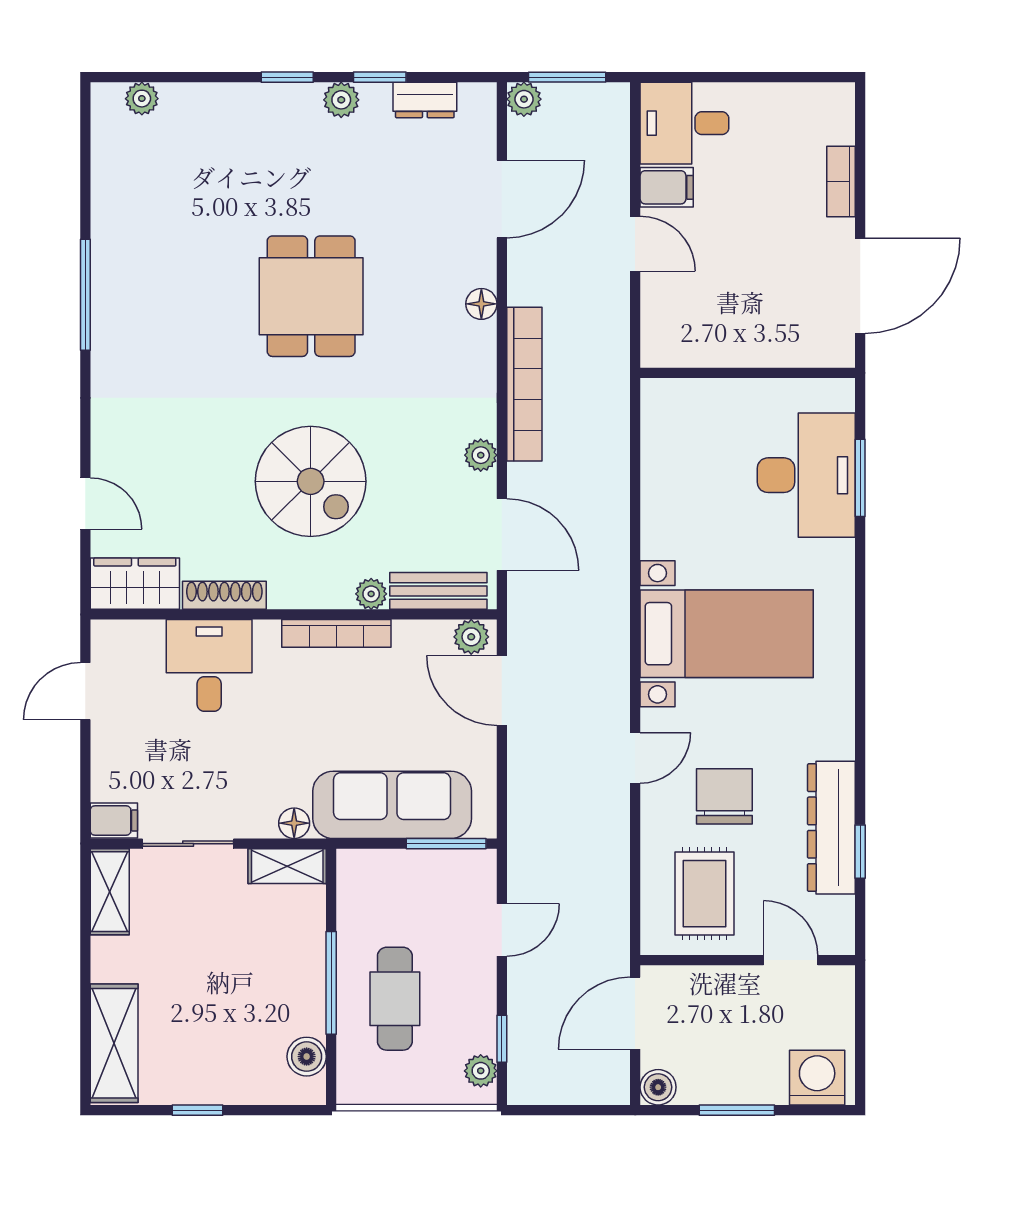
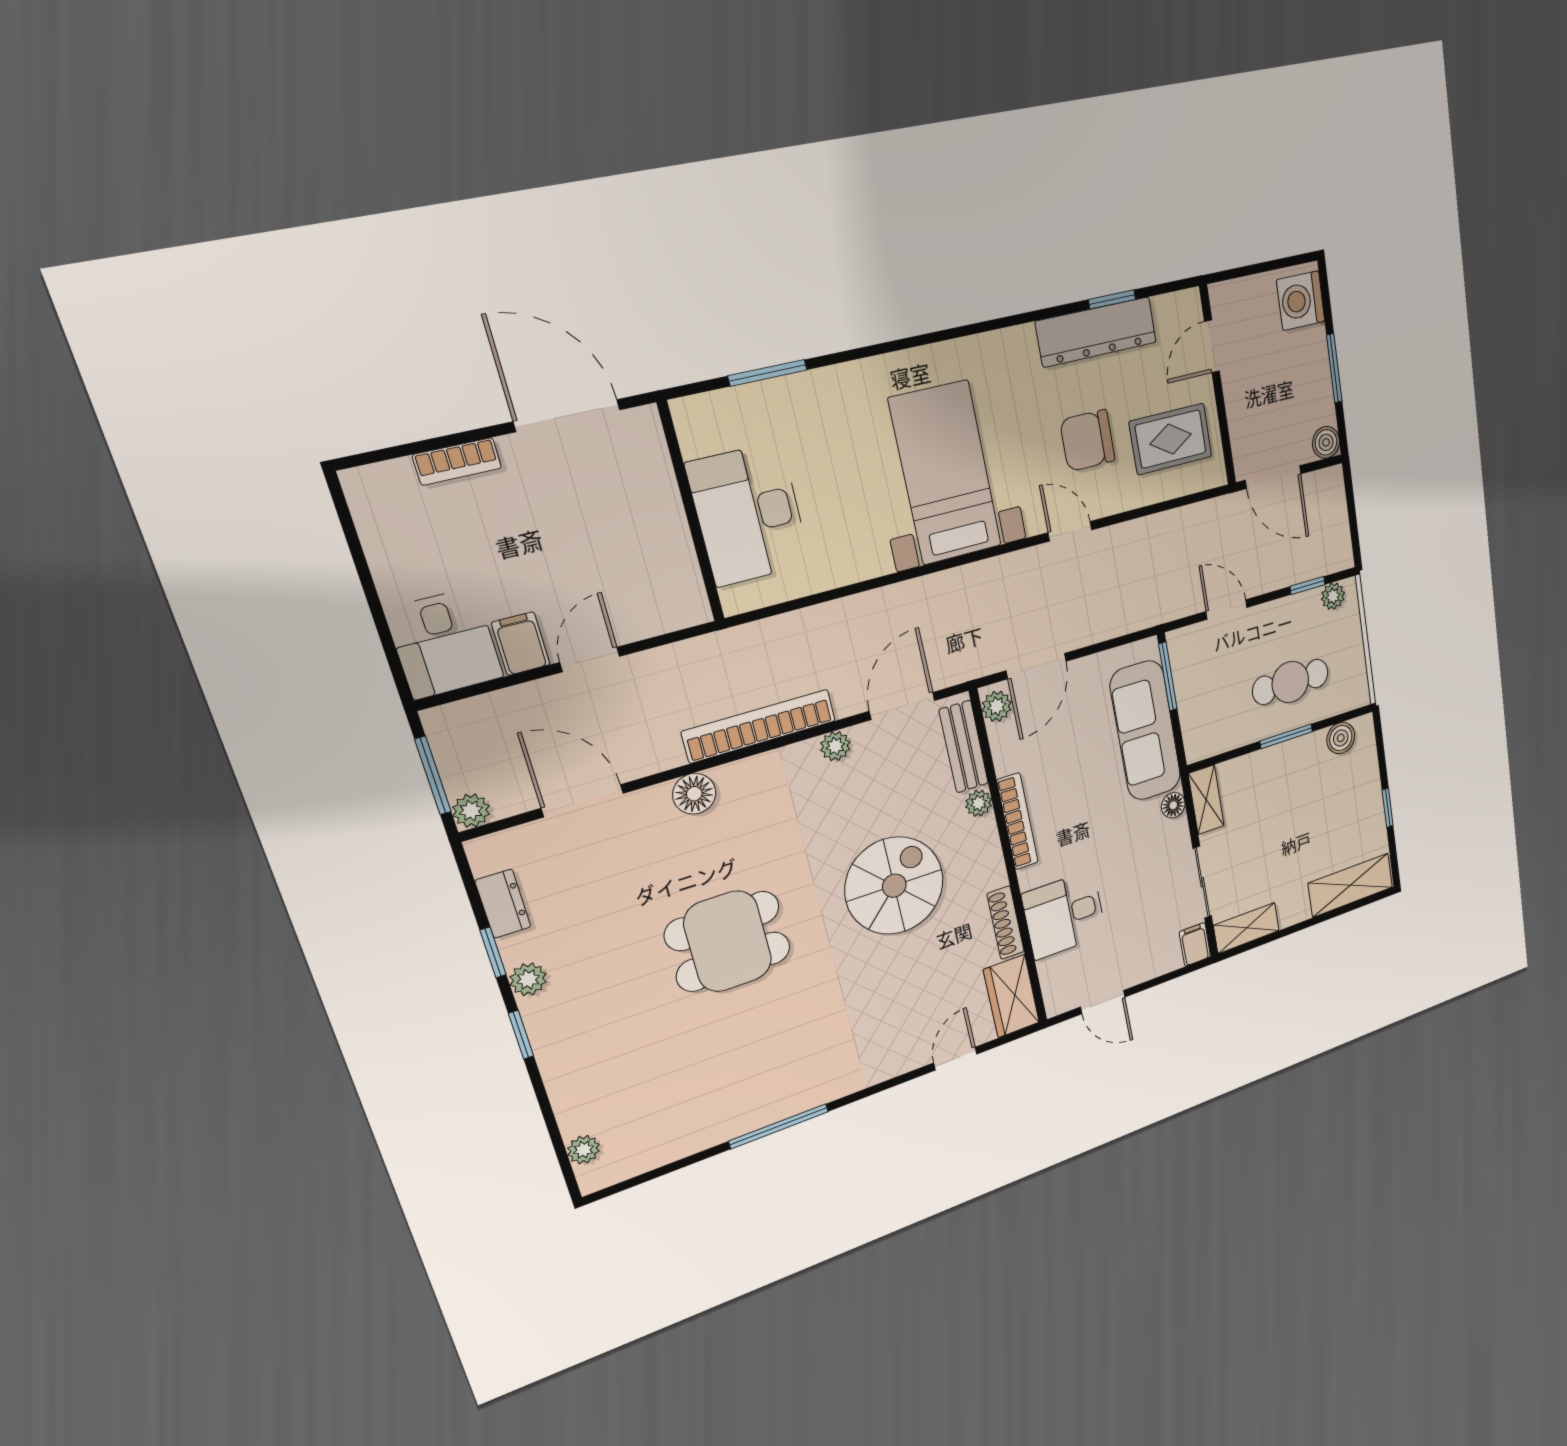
floor lamp: (481, 304) -> (694, 794), width x1.37, depth x1.37
desk: (806, 475) -> (749, 514), moved, turned -90
window: (331, 983) -> (1286, 736), width x0.69

